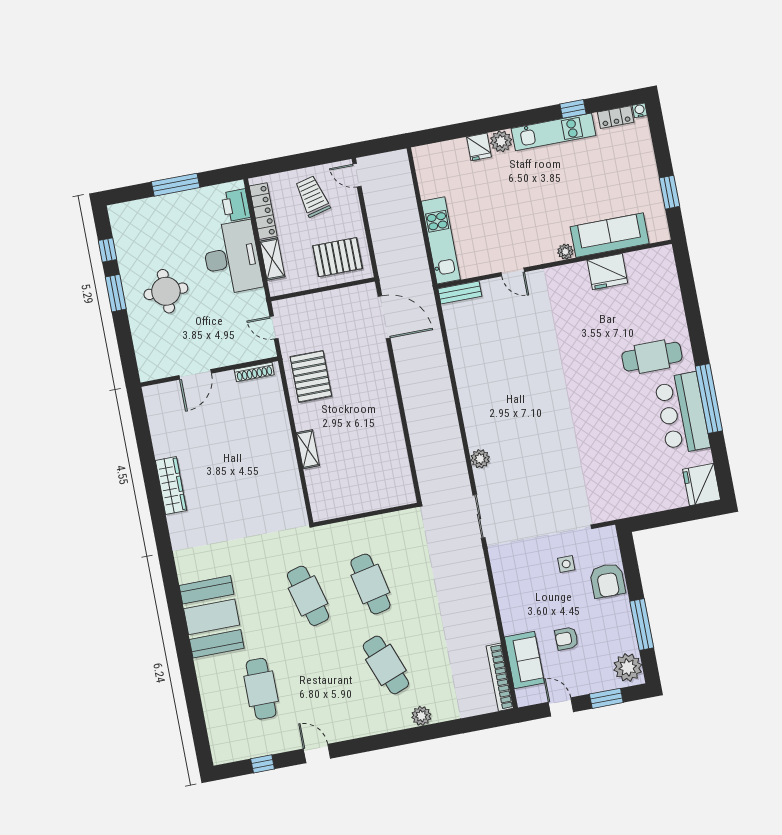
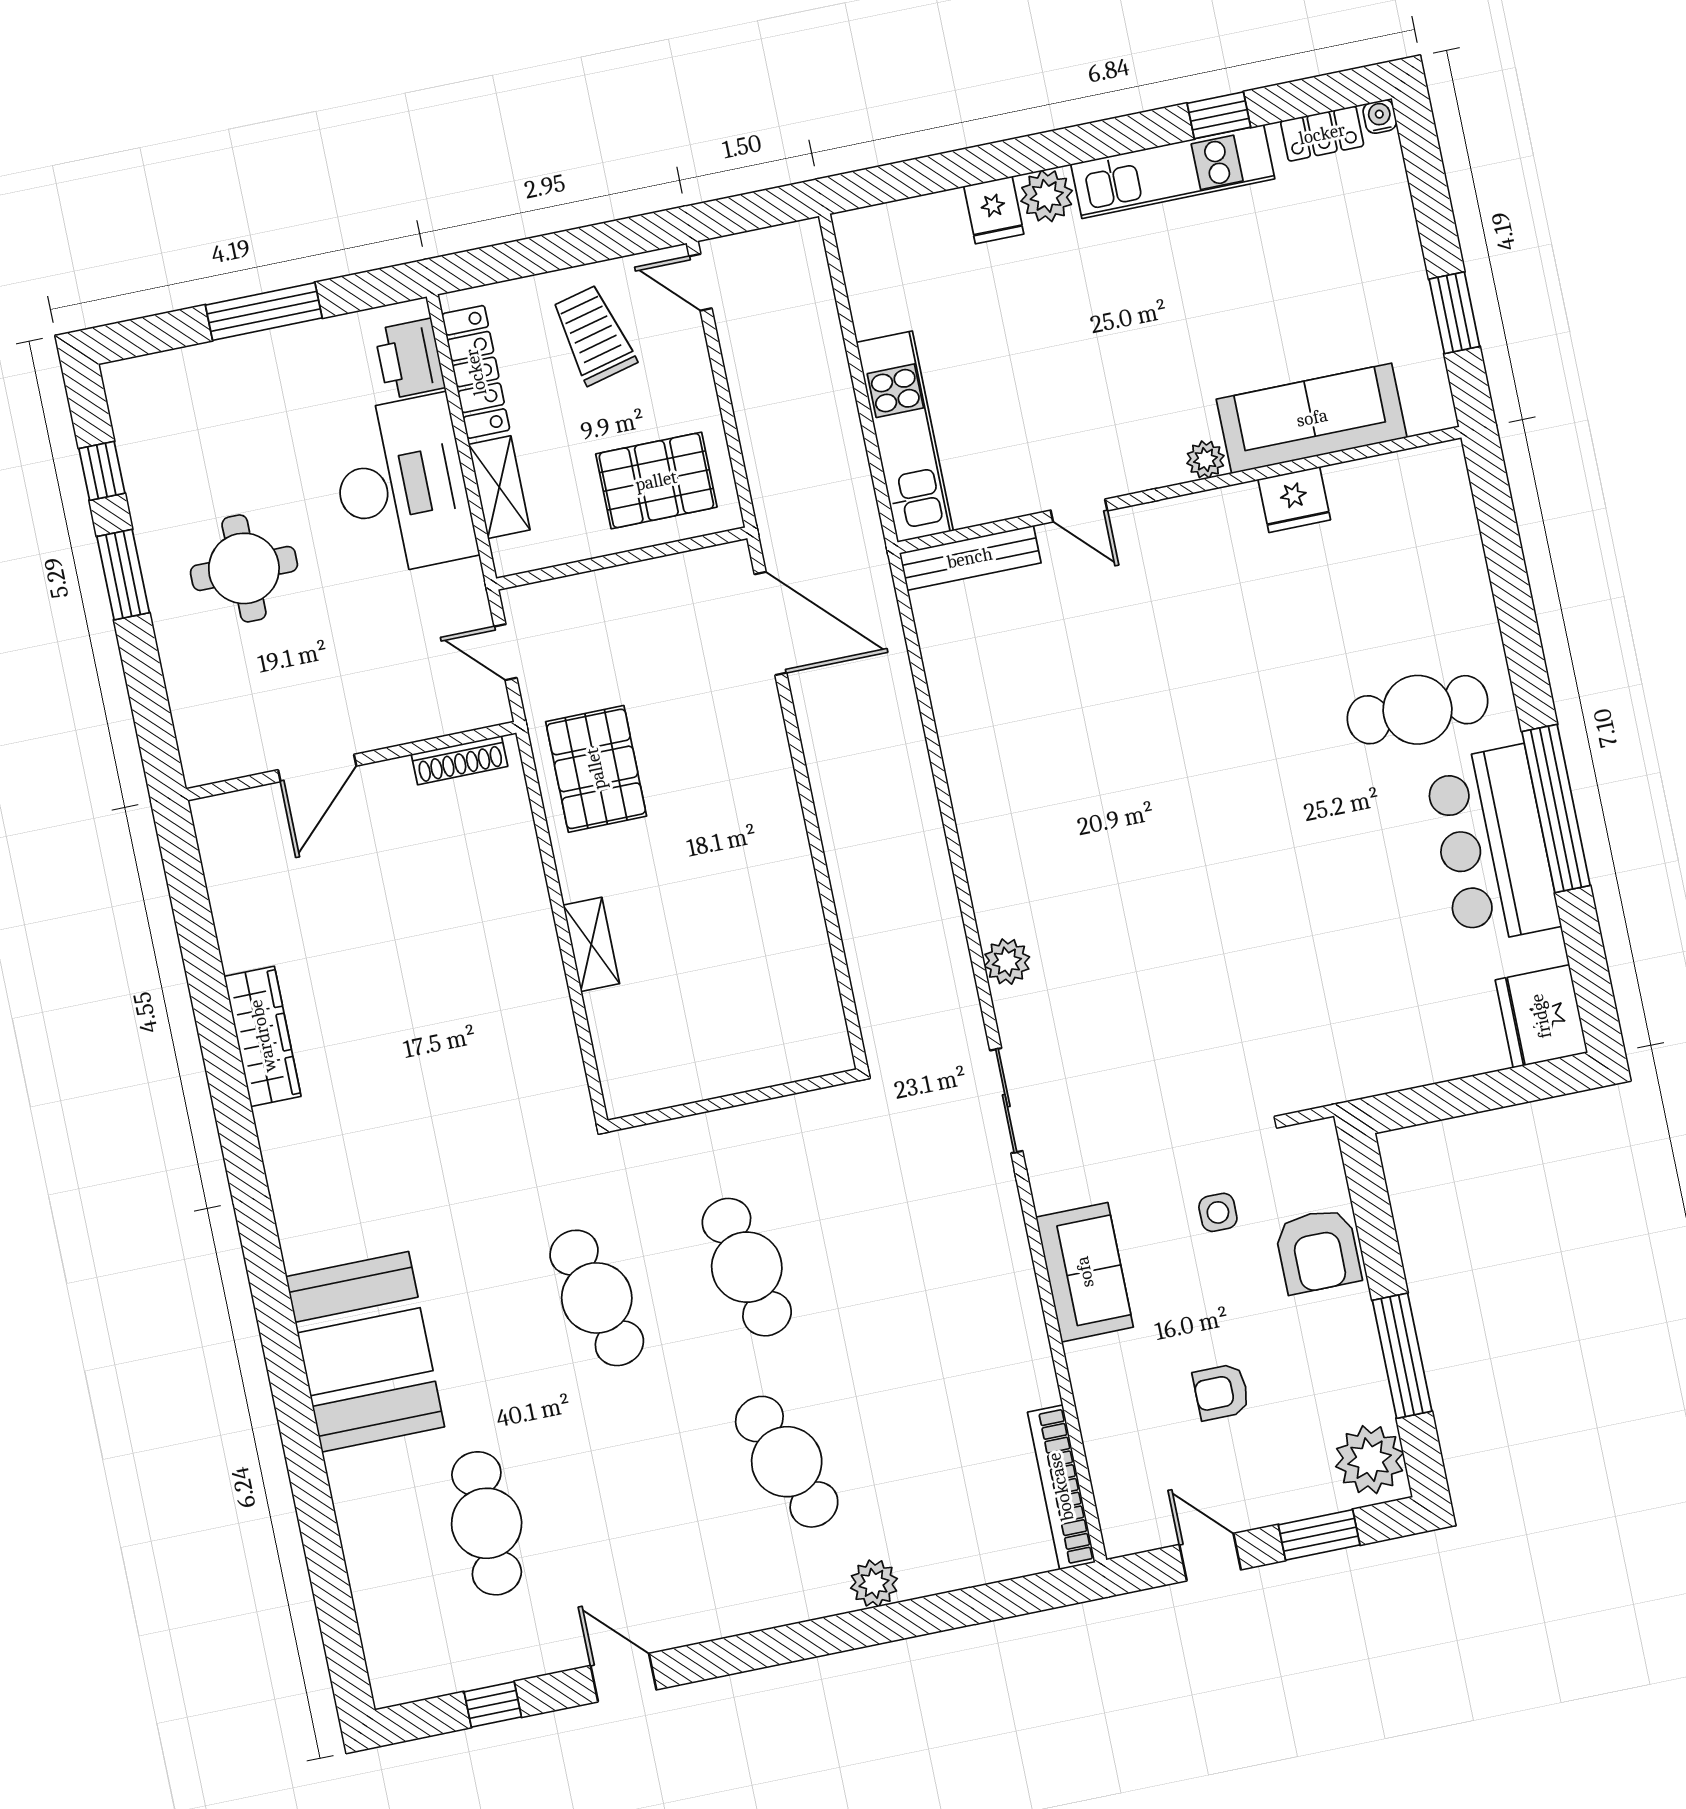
fridge: (607, 272) -> (1294, 500), width x0.73, depth x0.75
bench: (460, 292) -> (970, 558), width x1.36
sofa: (524, 660) -> (1085, 1272), moved

